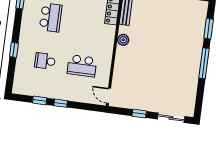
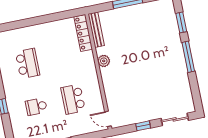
school desk: (82, 66) -> (73, 99), turned 90

